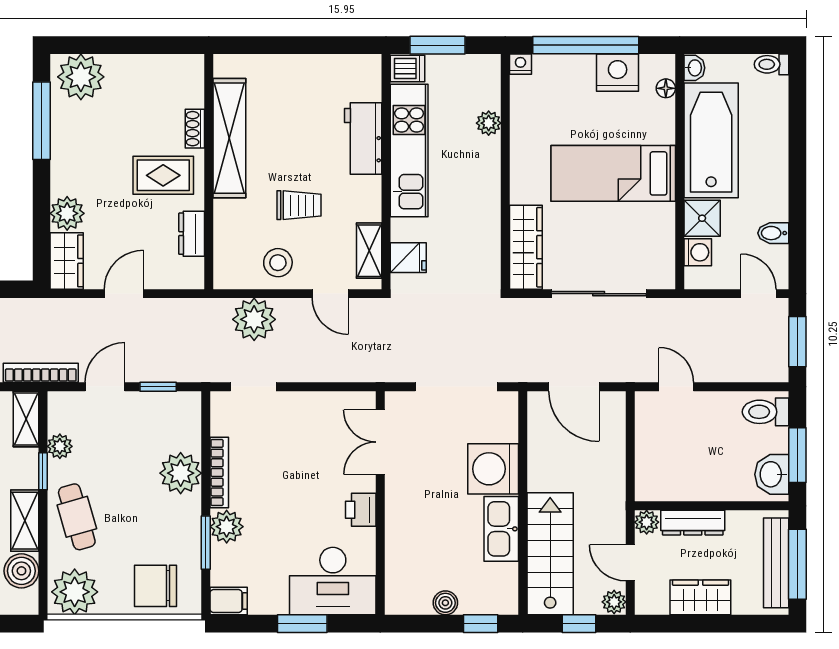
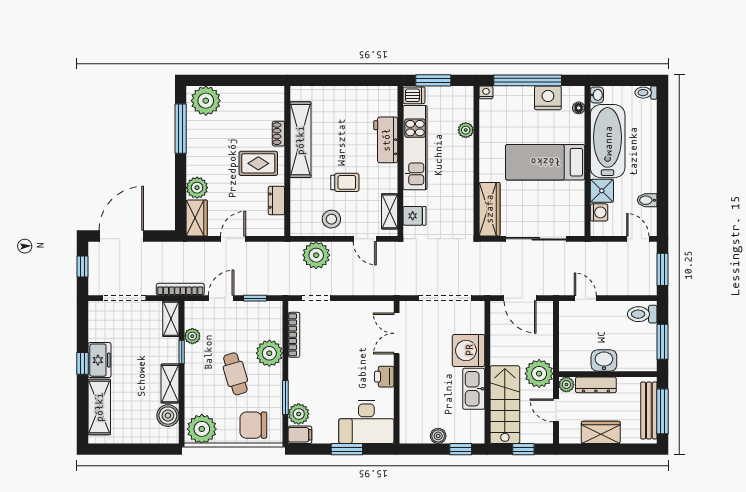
bookcase: (219, 473) -> (294, 335), moved
washbasin: (772, 474) -> (604, 361), moved, turned 90
cafe table: (77, 517) -> (235, 374), moved
plant: (227, 527) -> (299, 414), moved
plant: (614, 602) -> (539, 374), moved, width x1.88, depth x1.88

